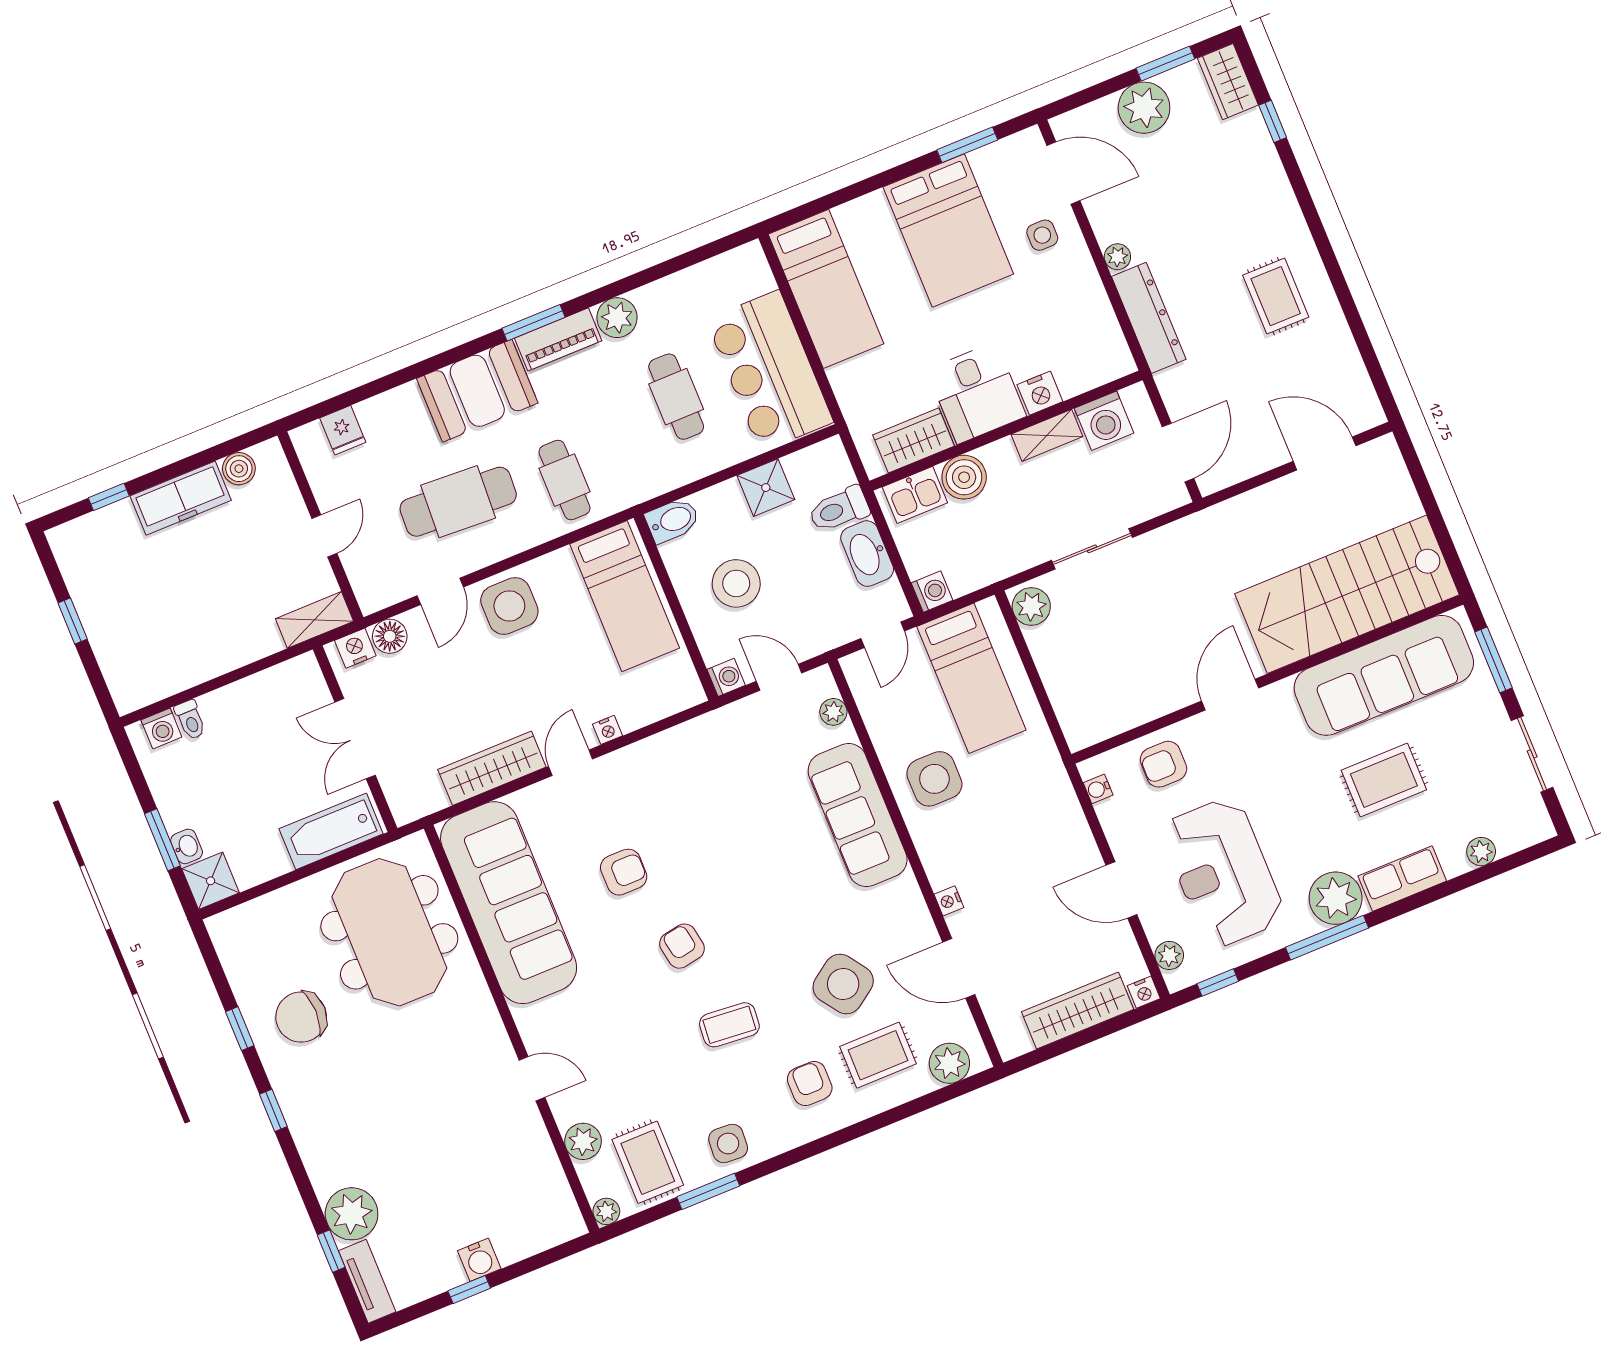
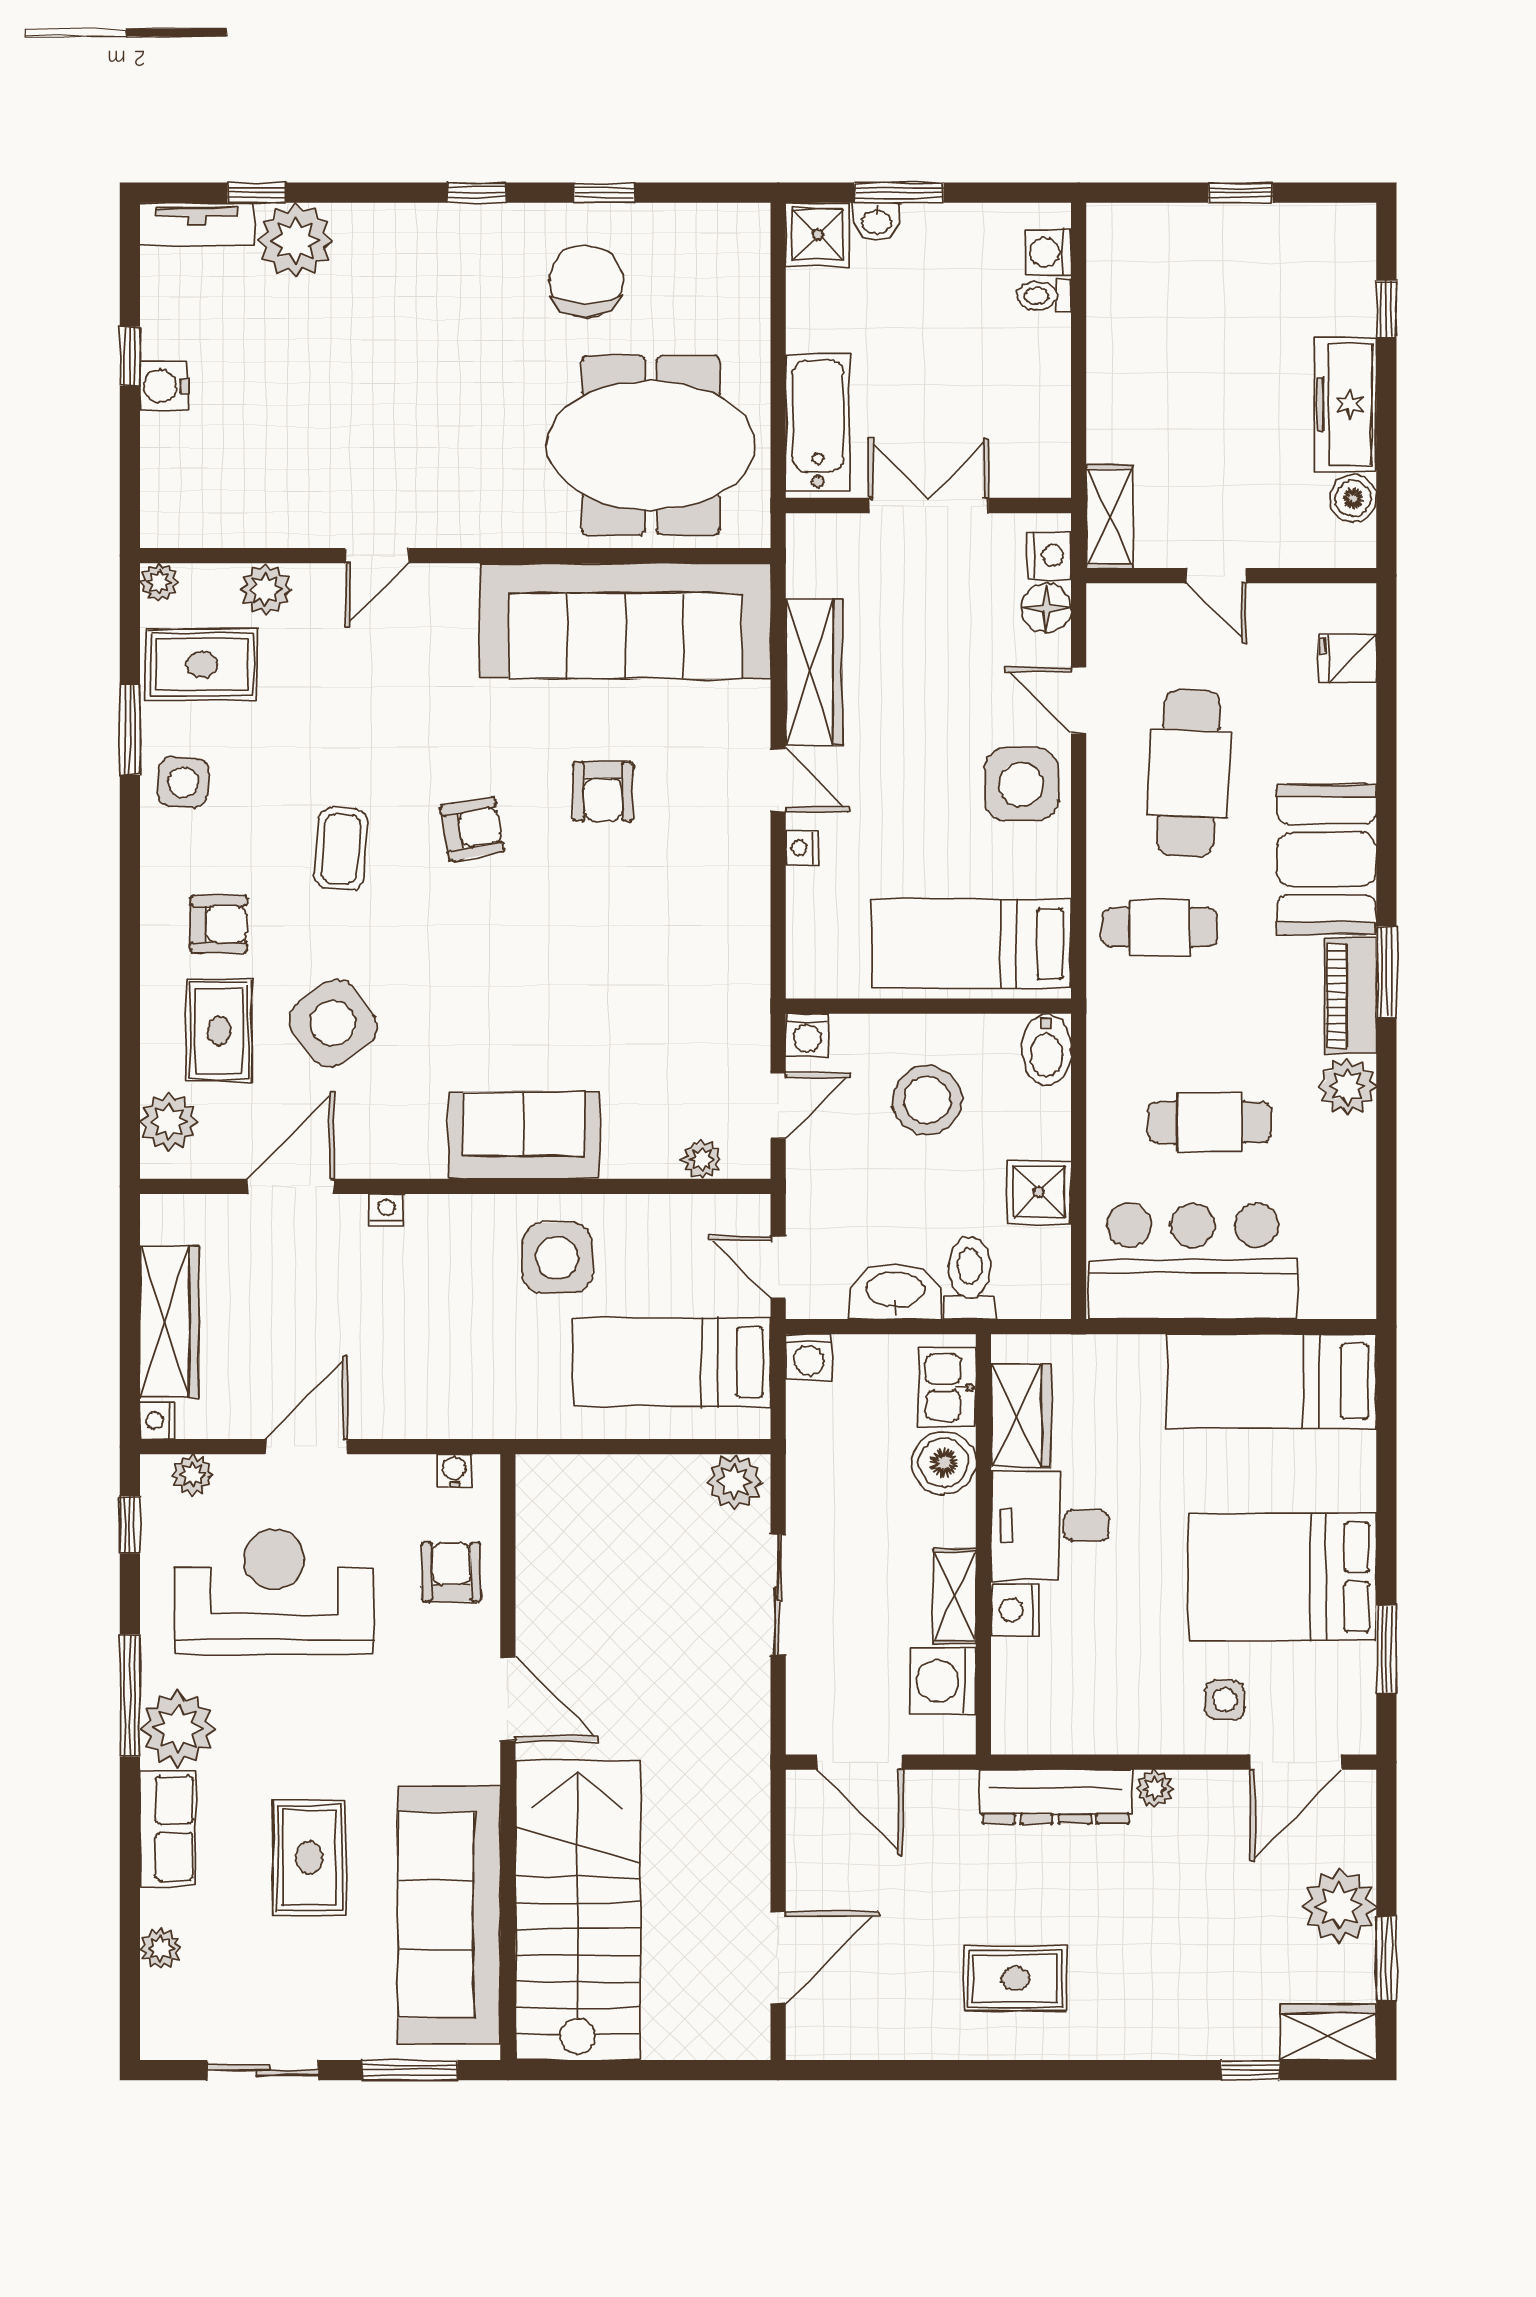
sofa: (858, 815) -> (524, 1135), width x0.73

